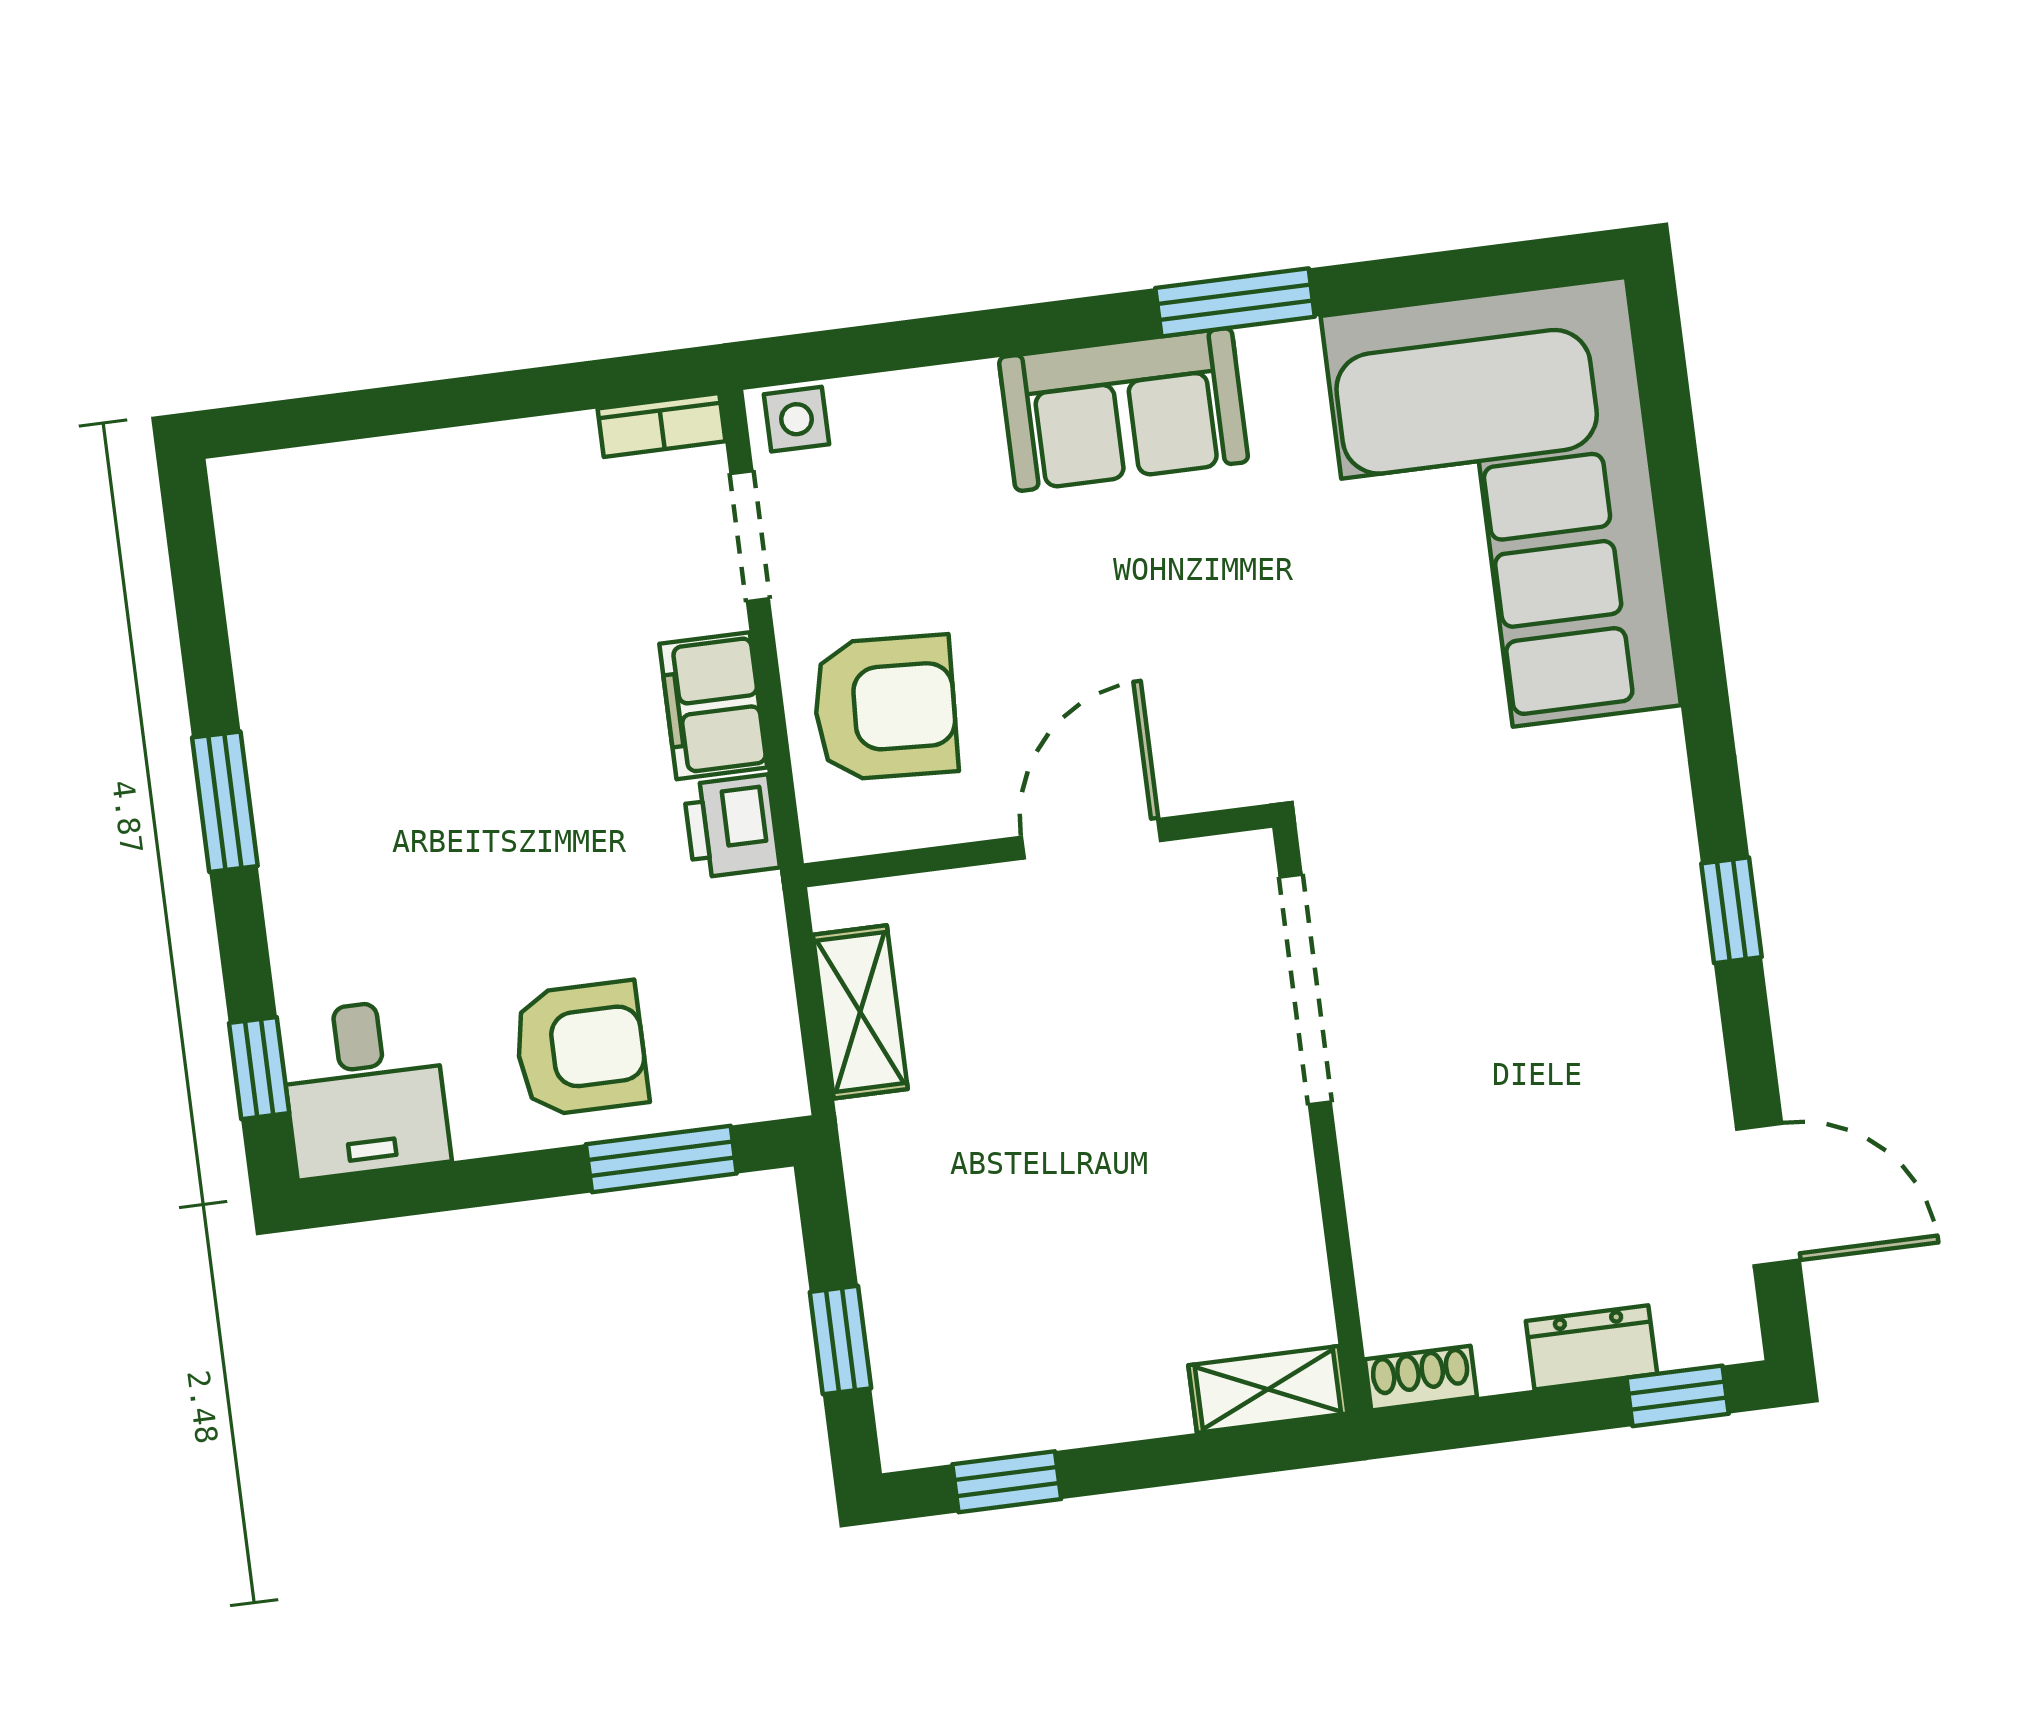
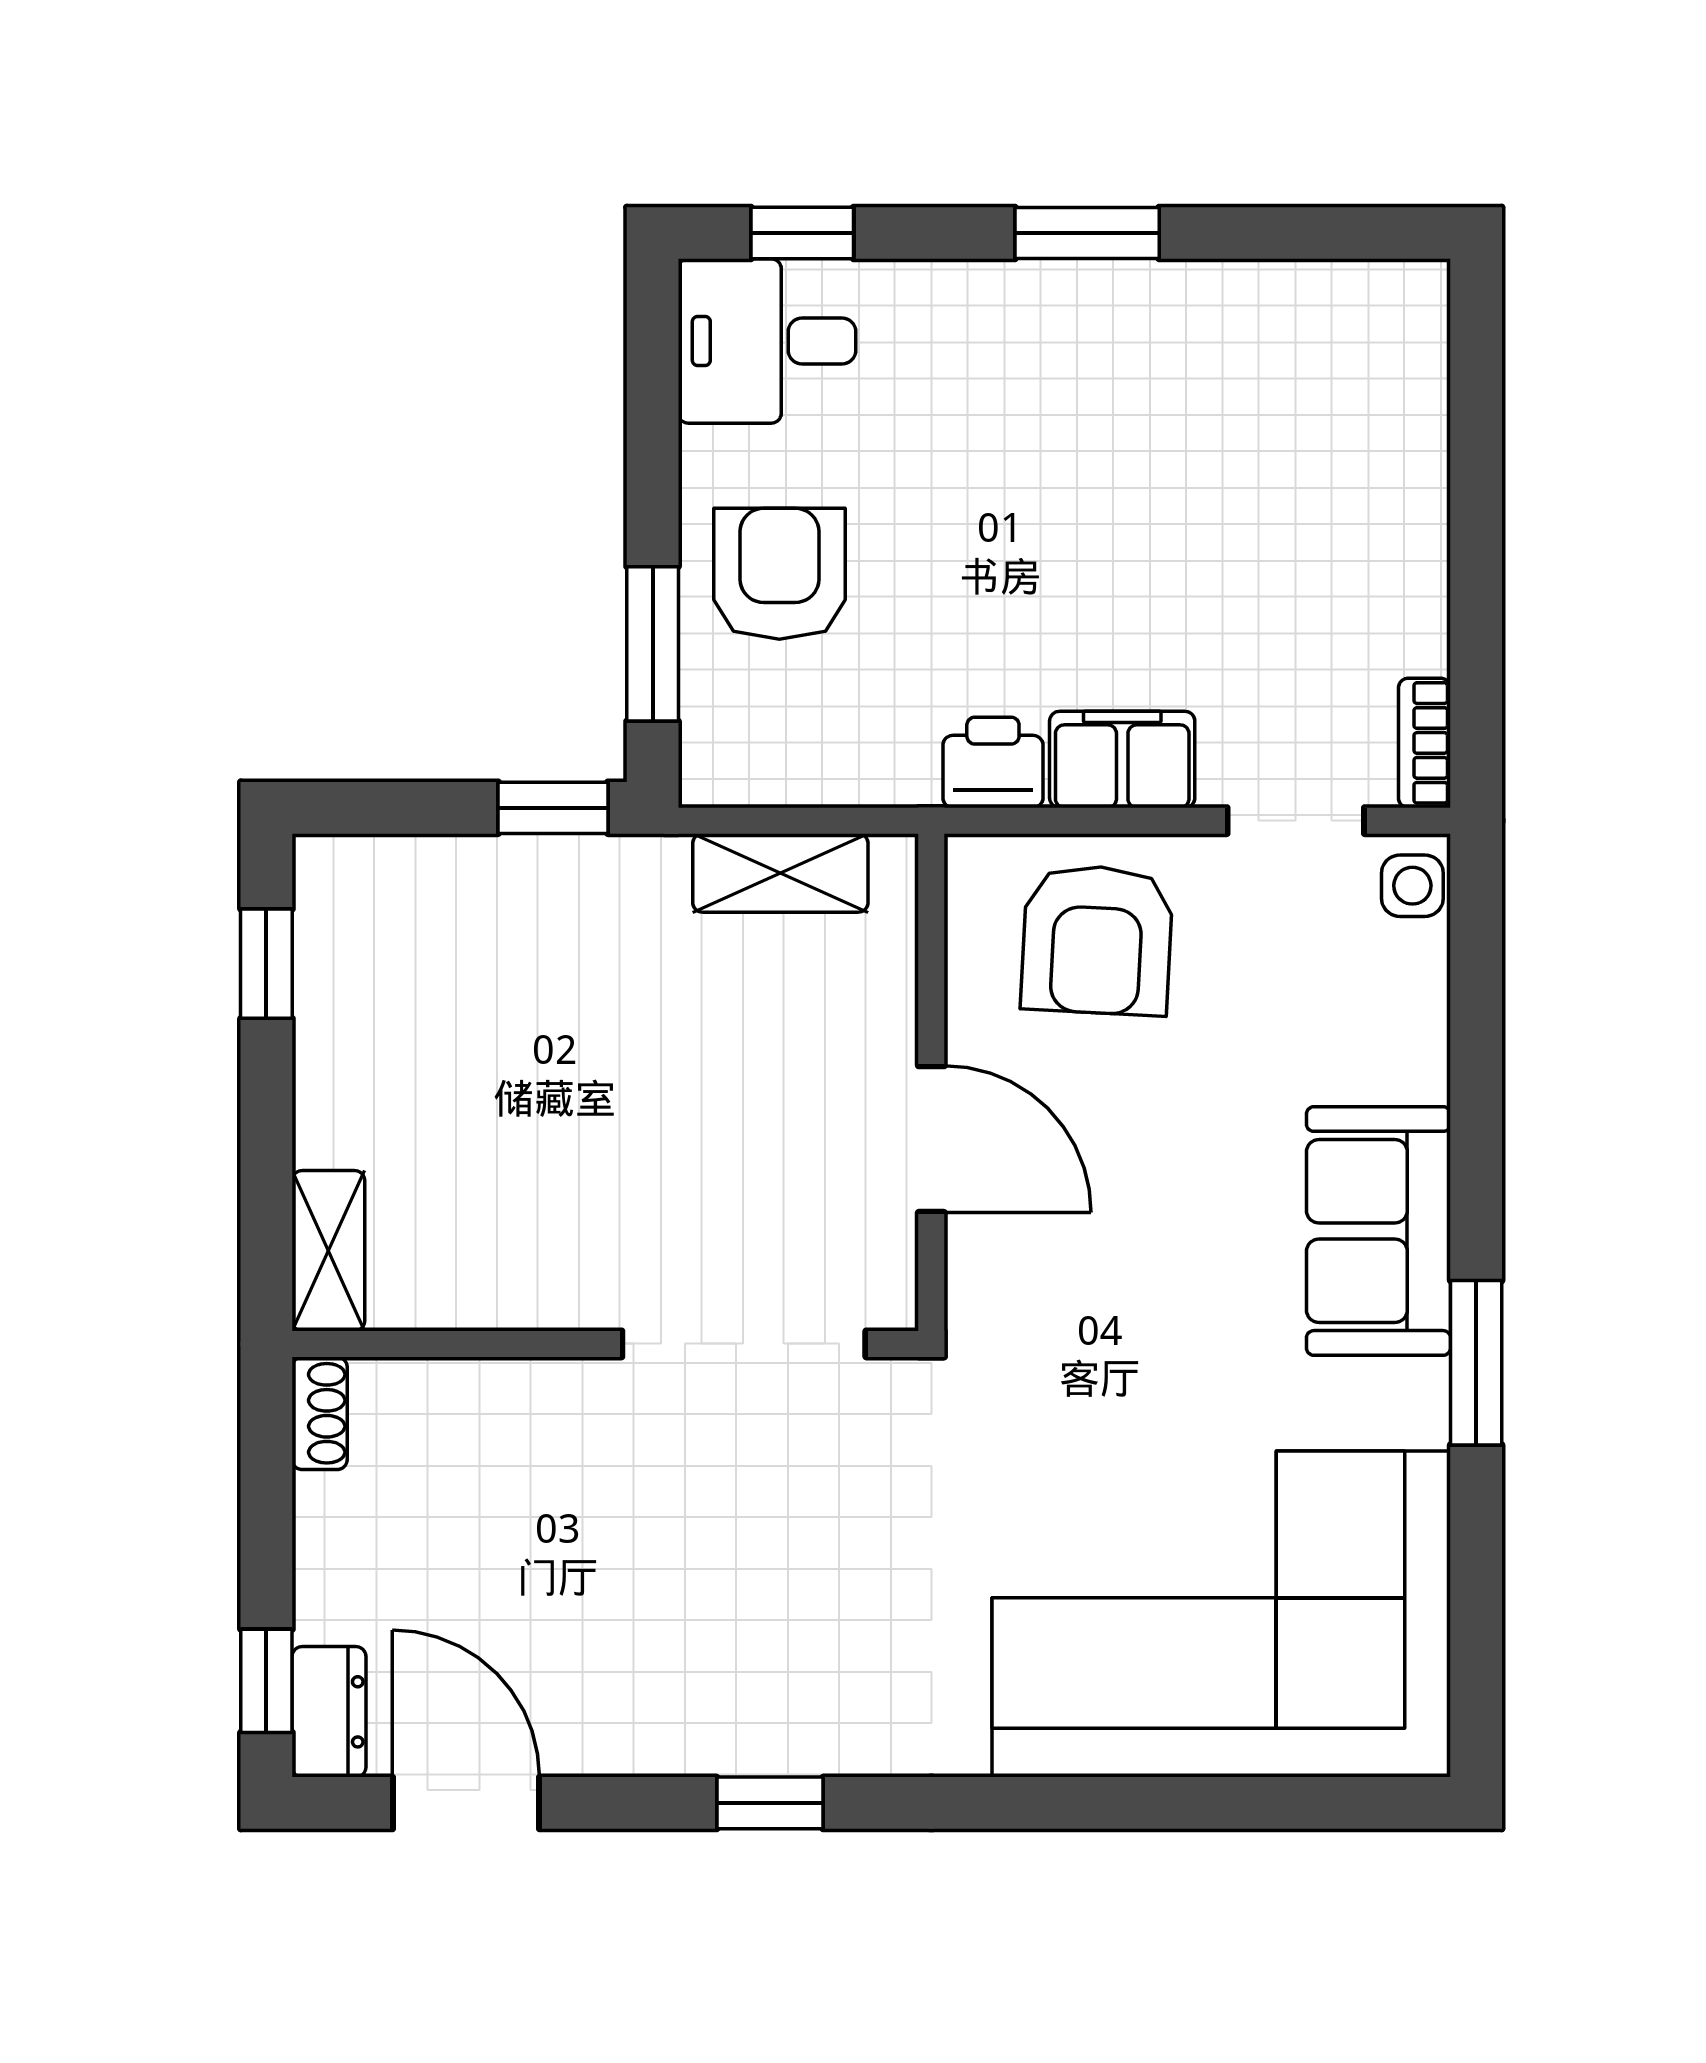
armchair: (581, 1049) -> (779, 574), turned 180
door: (1768, 1195) -> (466, 1803), swing flipped
window: (840, 1340) -> (553, 808), moved
dresser: (1591, 1347) -> (329, 1712), moved

